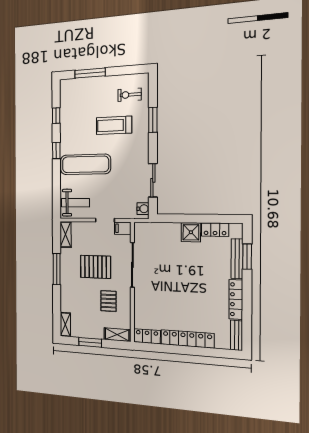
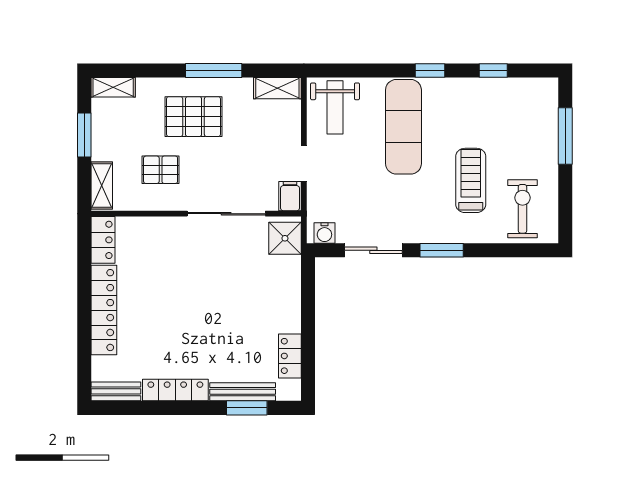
exercise bike: (130, 95) -> (522, 209), width x1.38, depth x1.39
window: (153, 120) -> (442, 250), moved
shower: (191, 232) -> (285, 238), moved
pallet: (96, 267) -> (194, 117), moved, turned 90

